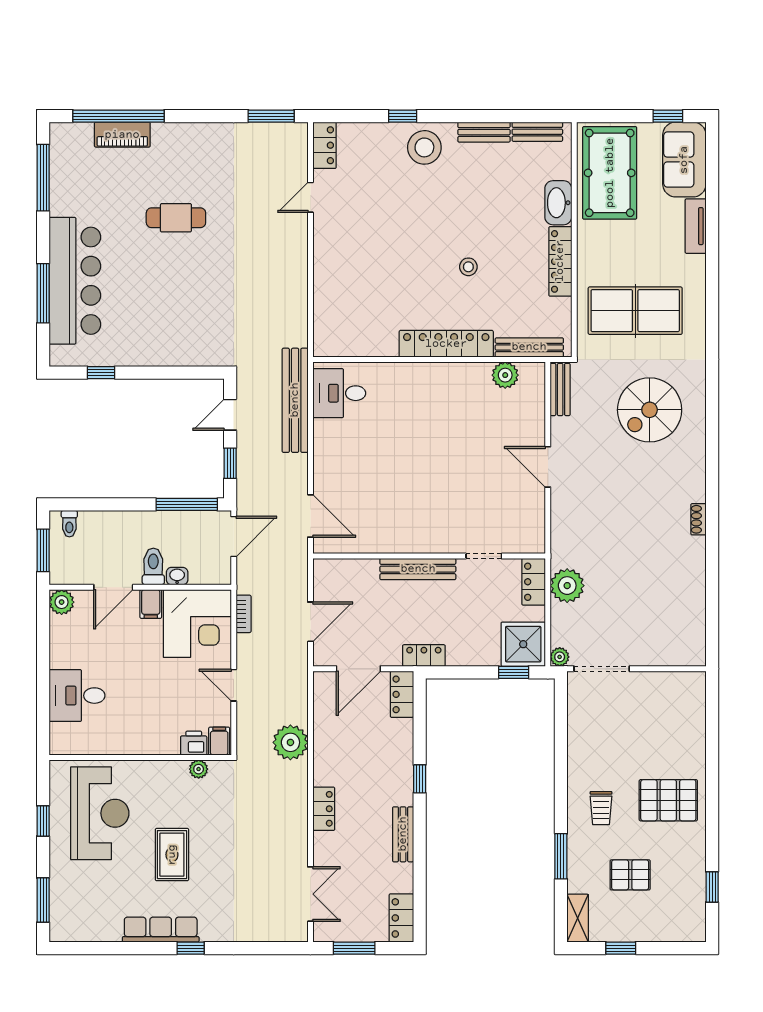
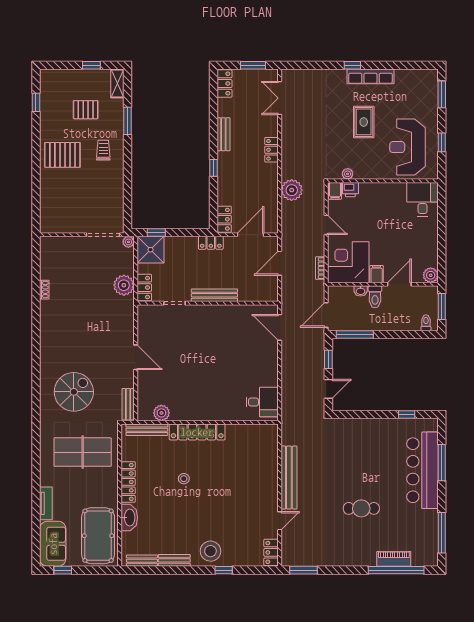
bench: (295, 400) -> (289, 478), moved
shoe rack: (698, 519) -> (44, 290), moved
desk: (77, 696) -> (423, 199), moved, turned -90

